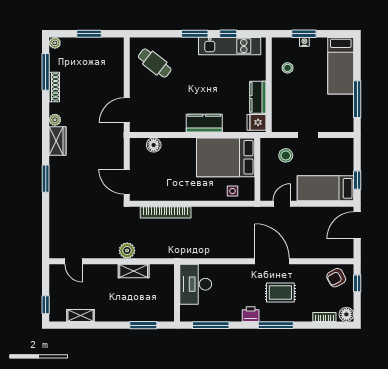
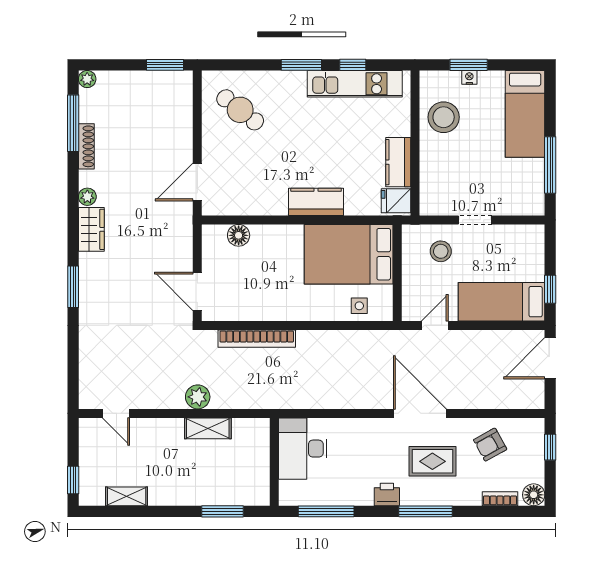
window: (89, 34) -> (165, 65), moved
stool: (288, 68) -> (444, 117), width x1.89, depth x1.89
armchair: (336, 278) -> (490, 445), moved

